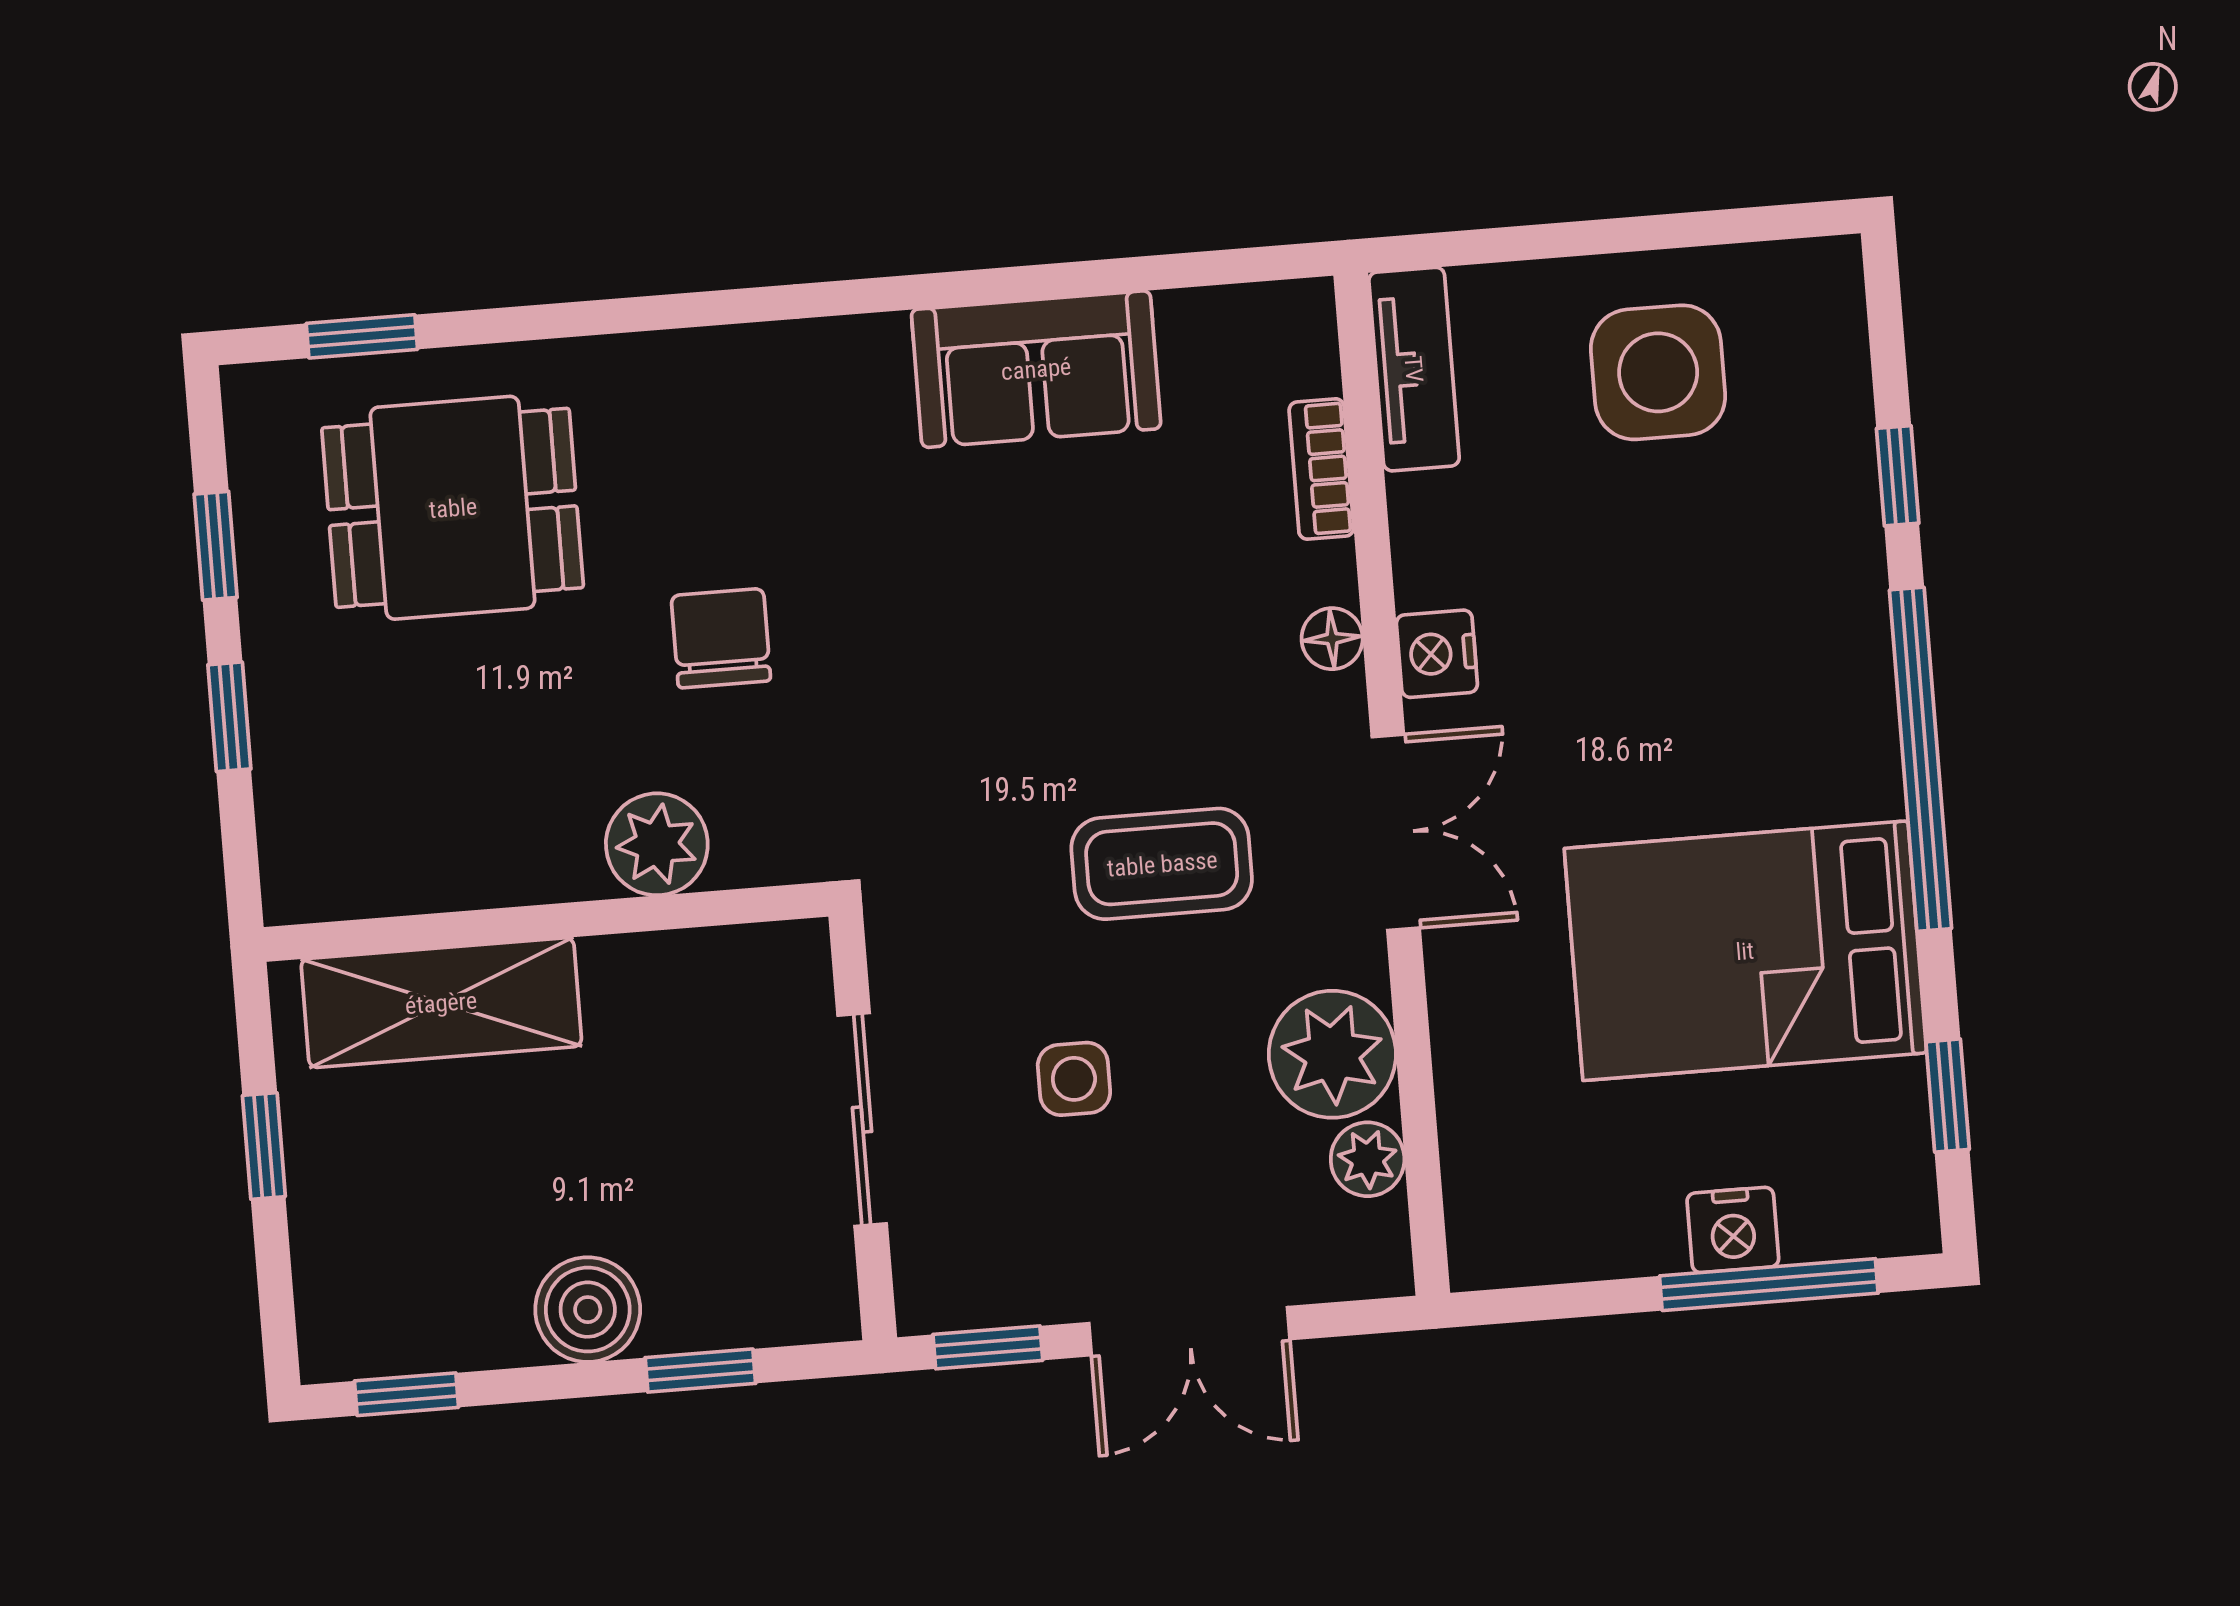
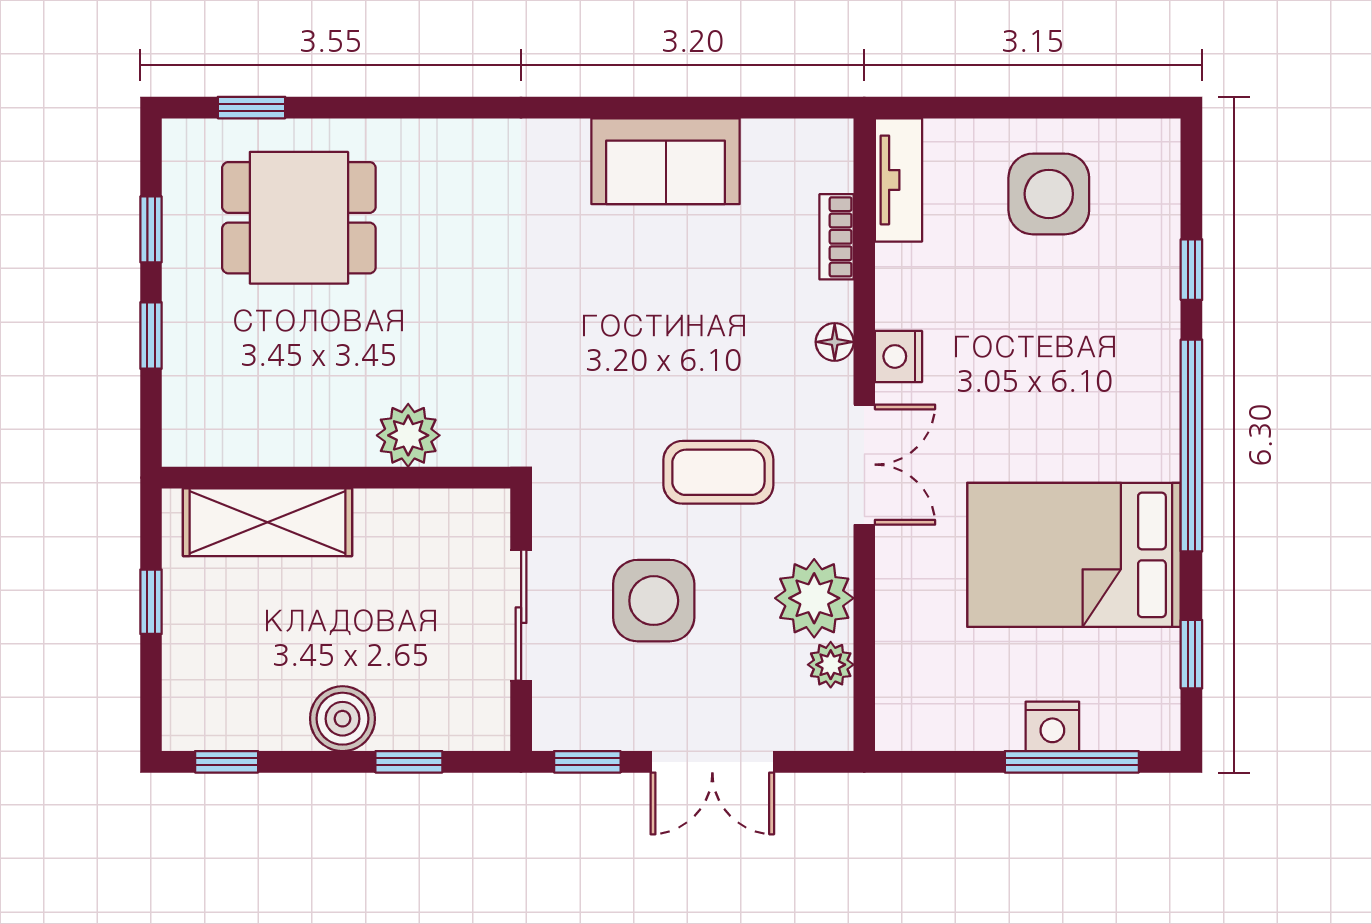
chair: (721, 638) -> (458, 311), removed
side table: (1074, 1079) -> (654, 601), width x1.87, depth x1.87

